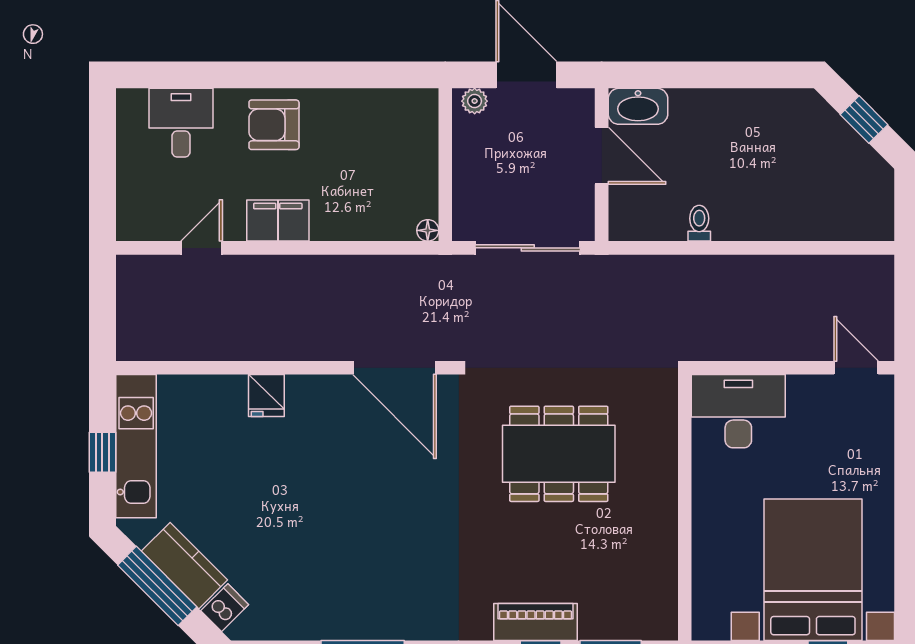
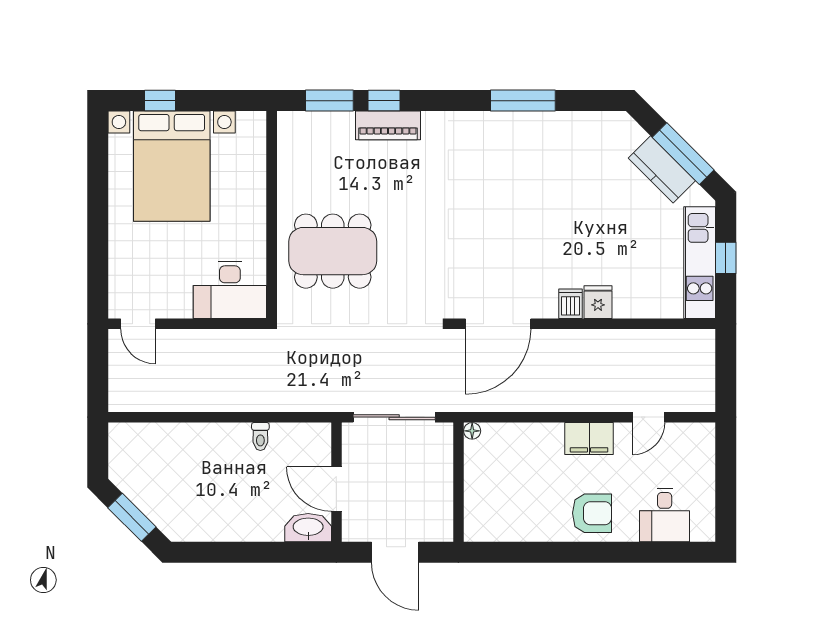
plant: (475, 101) -> (436, 532), removed
window: (864, 120) -> (132, 517), width x1.50
door: (394, 368) -> (498, 324), swing flipped
dining table: (559, 454) -> (333, 251), moved
dishwasher: (225, 608) -> (571, 304), moved, turned 135

